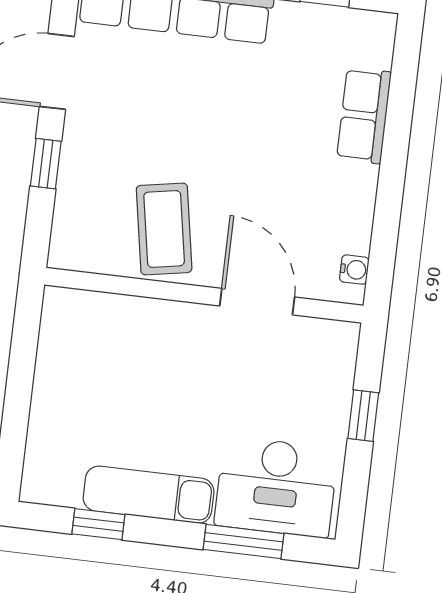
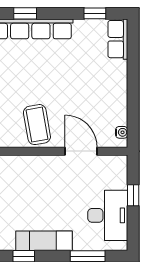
row of seats: (364, 115) -> (118, 39), moved
desk: (276, 487) -> (108, 215), moved, turned -90

